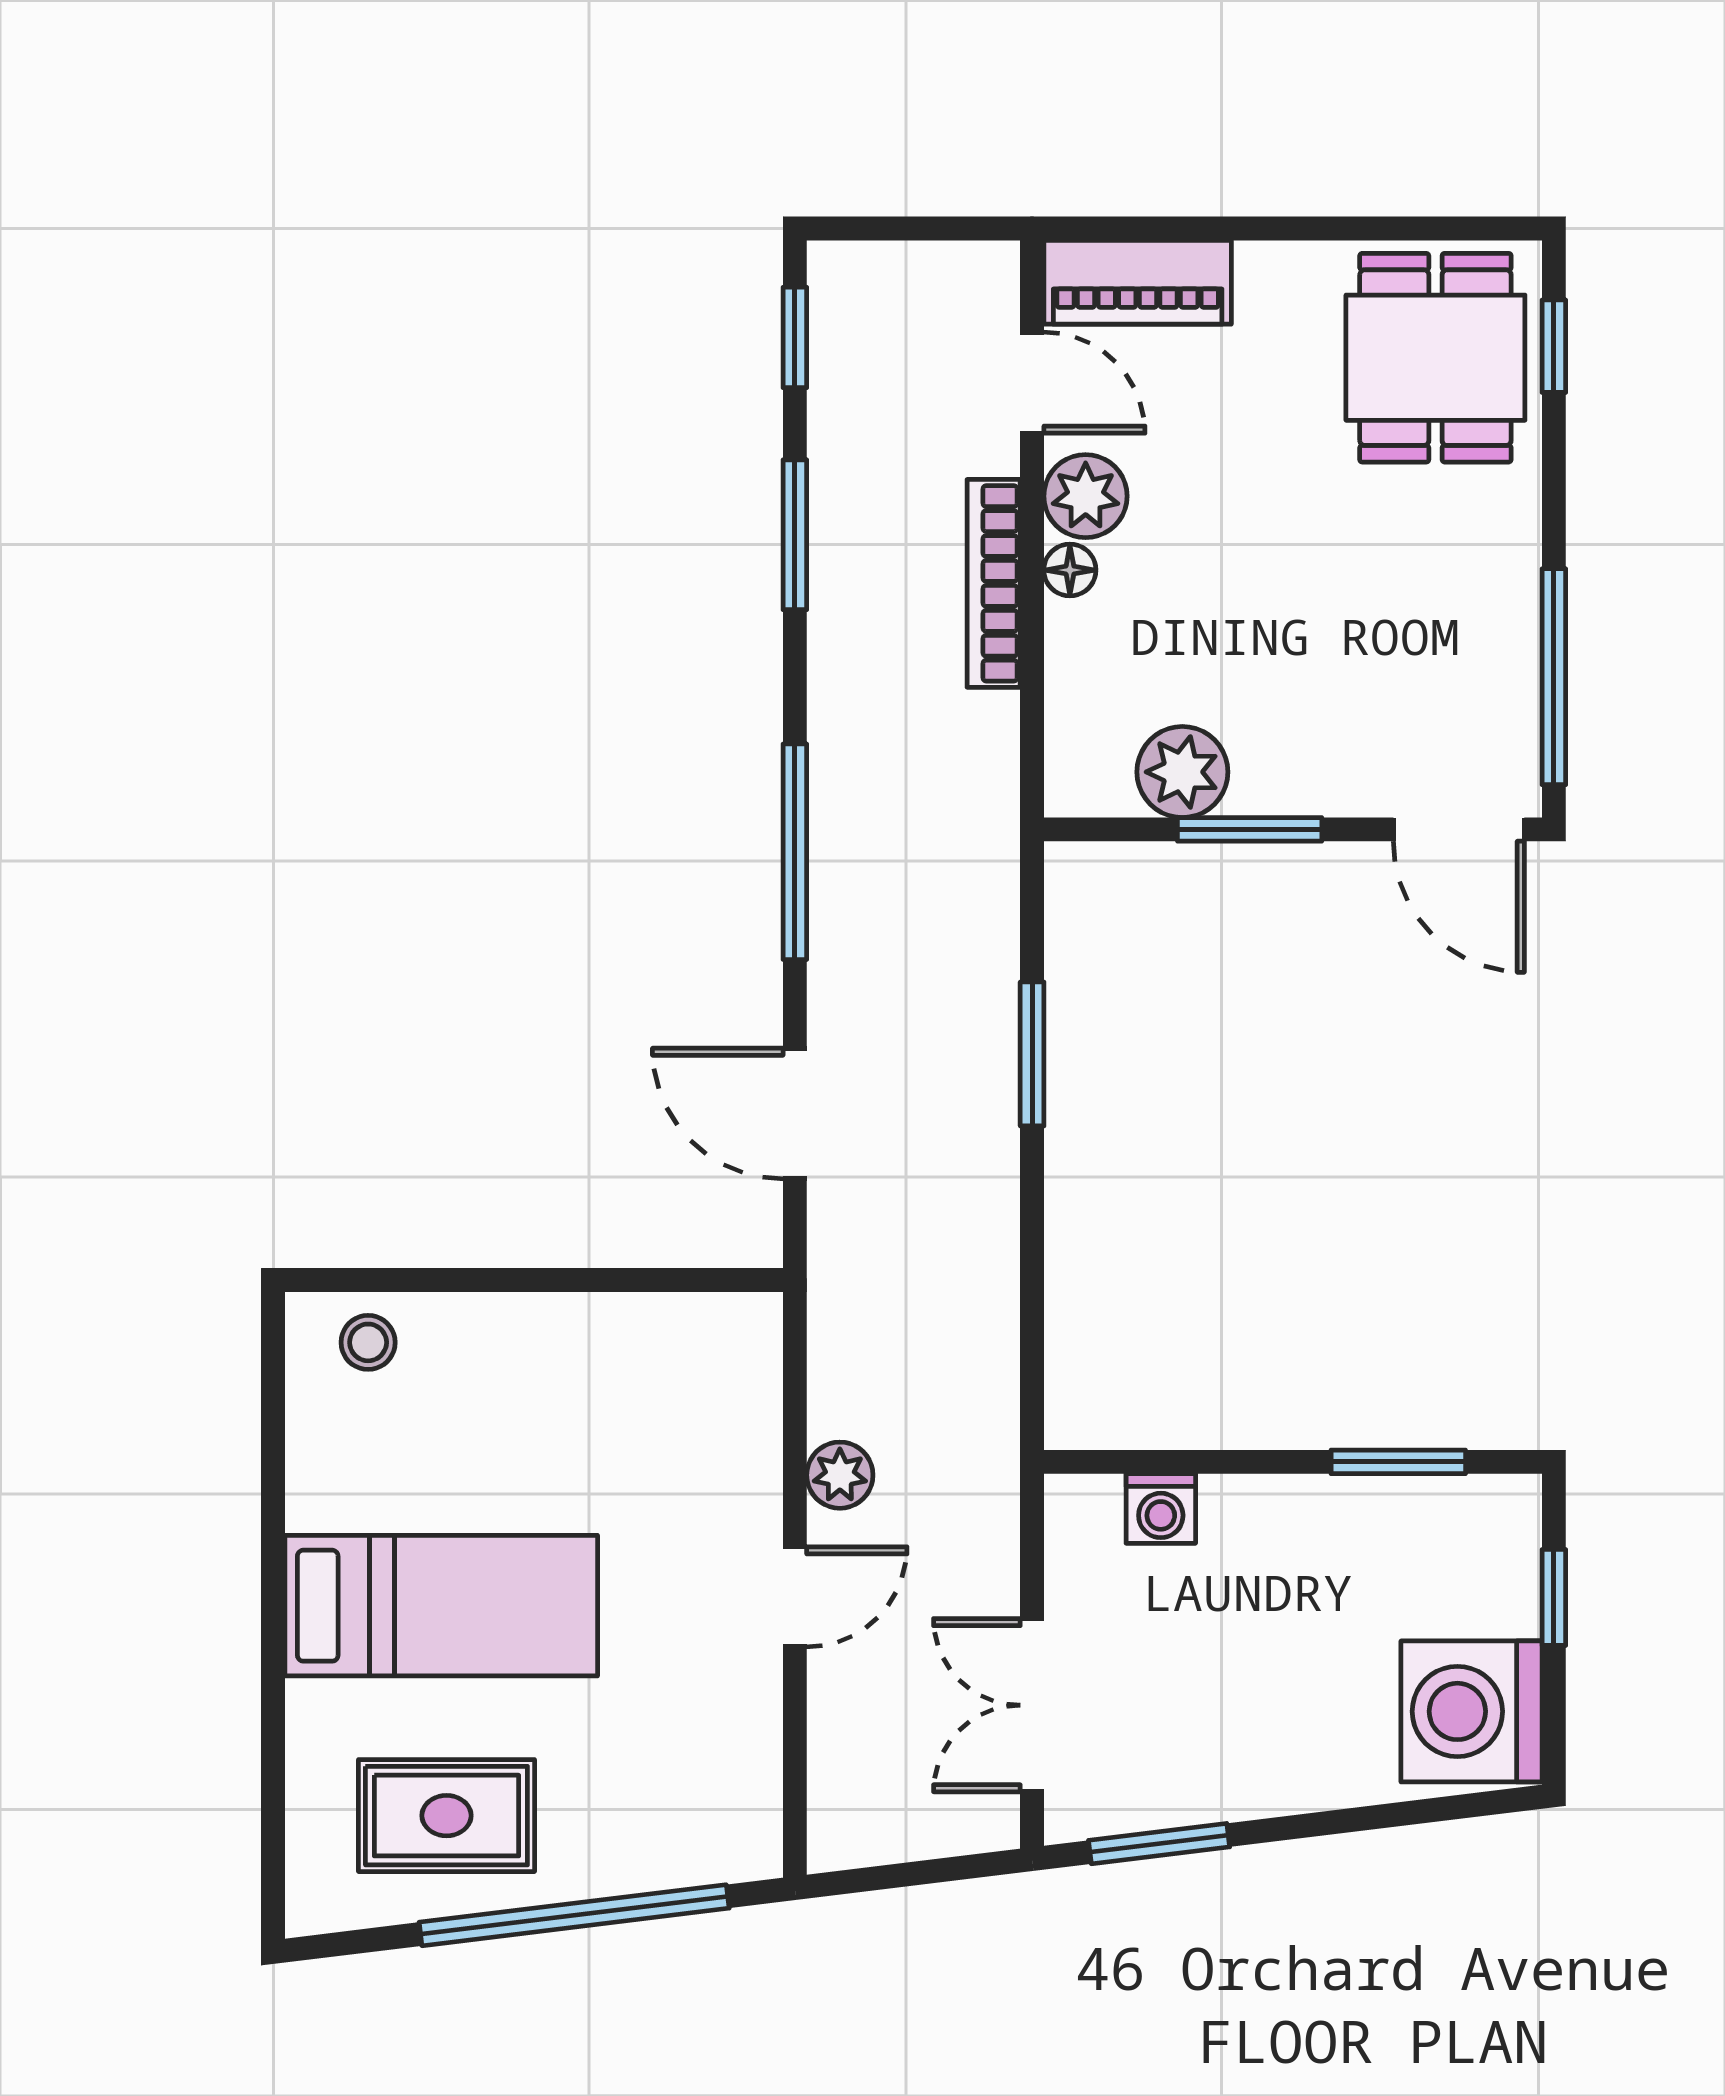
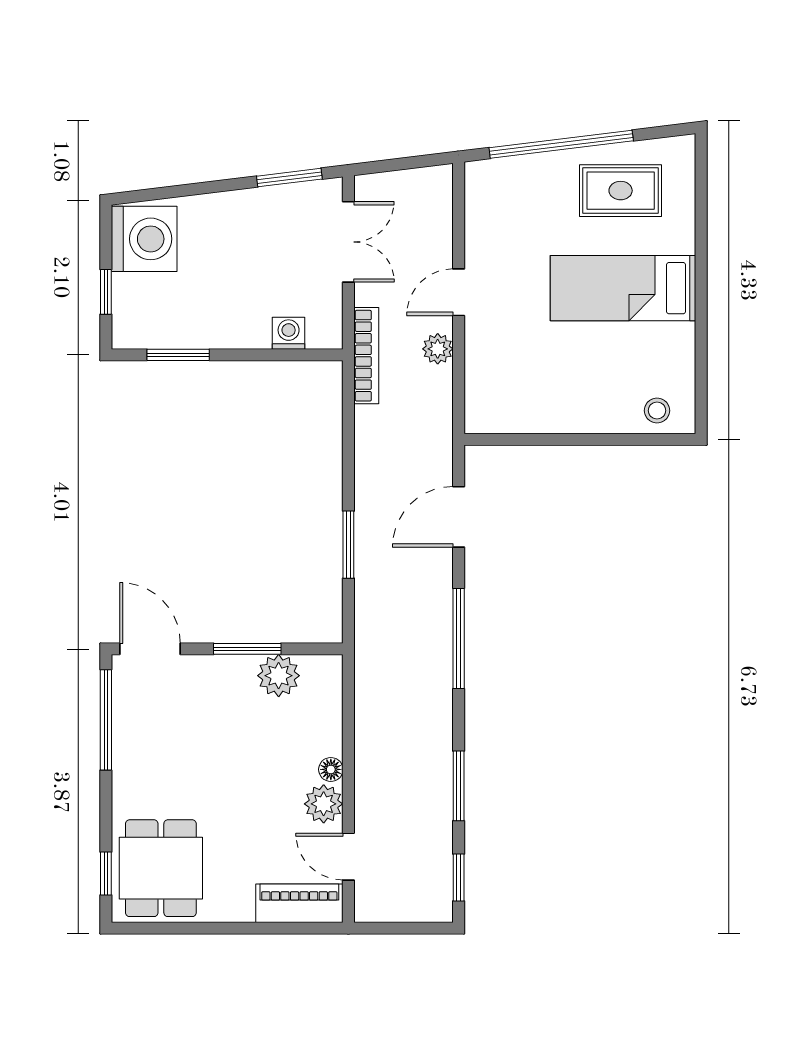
bookcase: (994, 583) -> (366, 356), moved
door: (795, 1114) -> (459, 517), swing flipped

